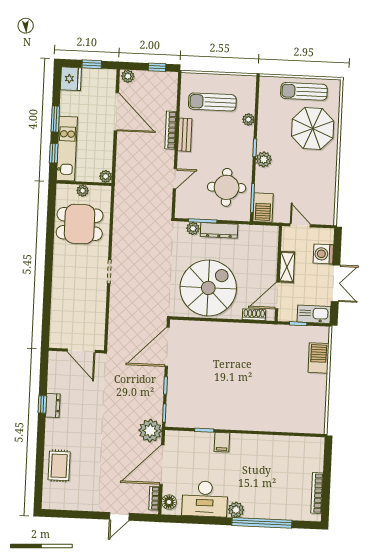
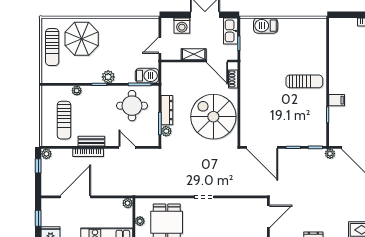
plant: (128, 76) -> (46, 154), moved
sun lounger: (247, 403) -> (304, 81), added
plant: (150, 431) -> (330, 154), width x0.53, depth x0.53

